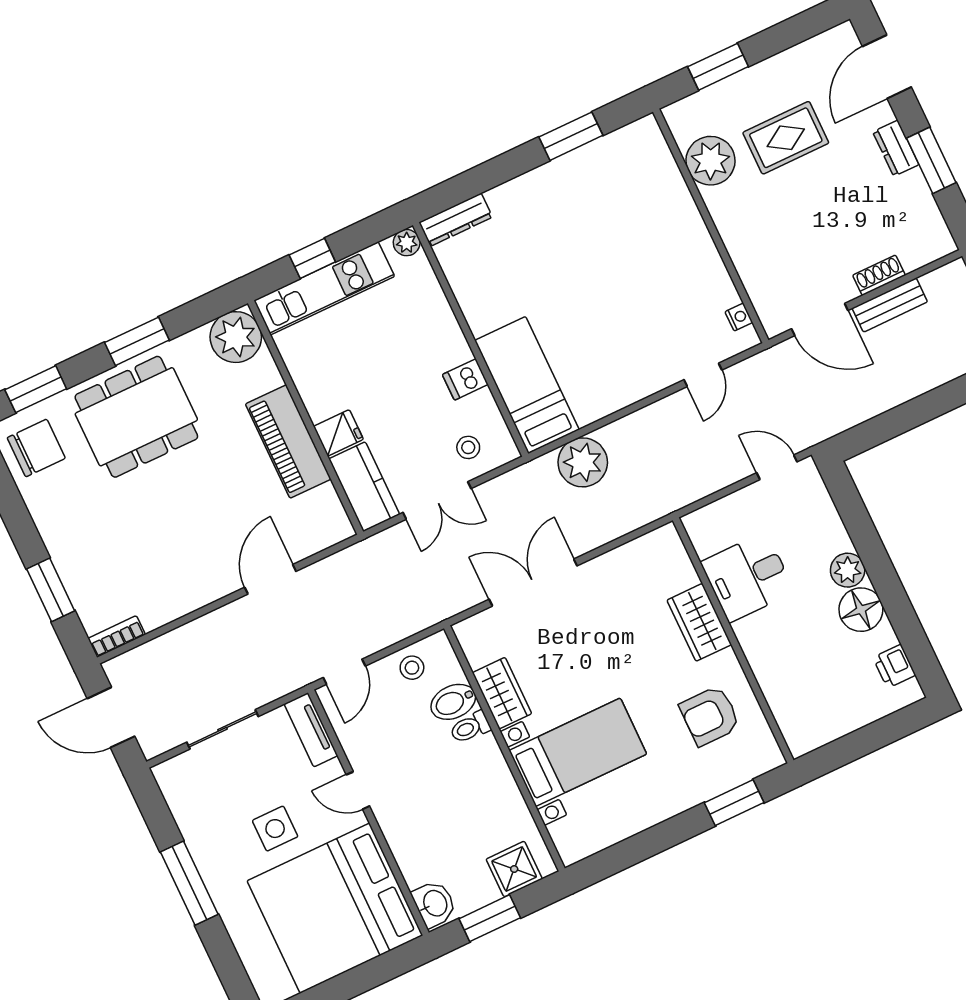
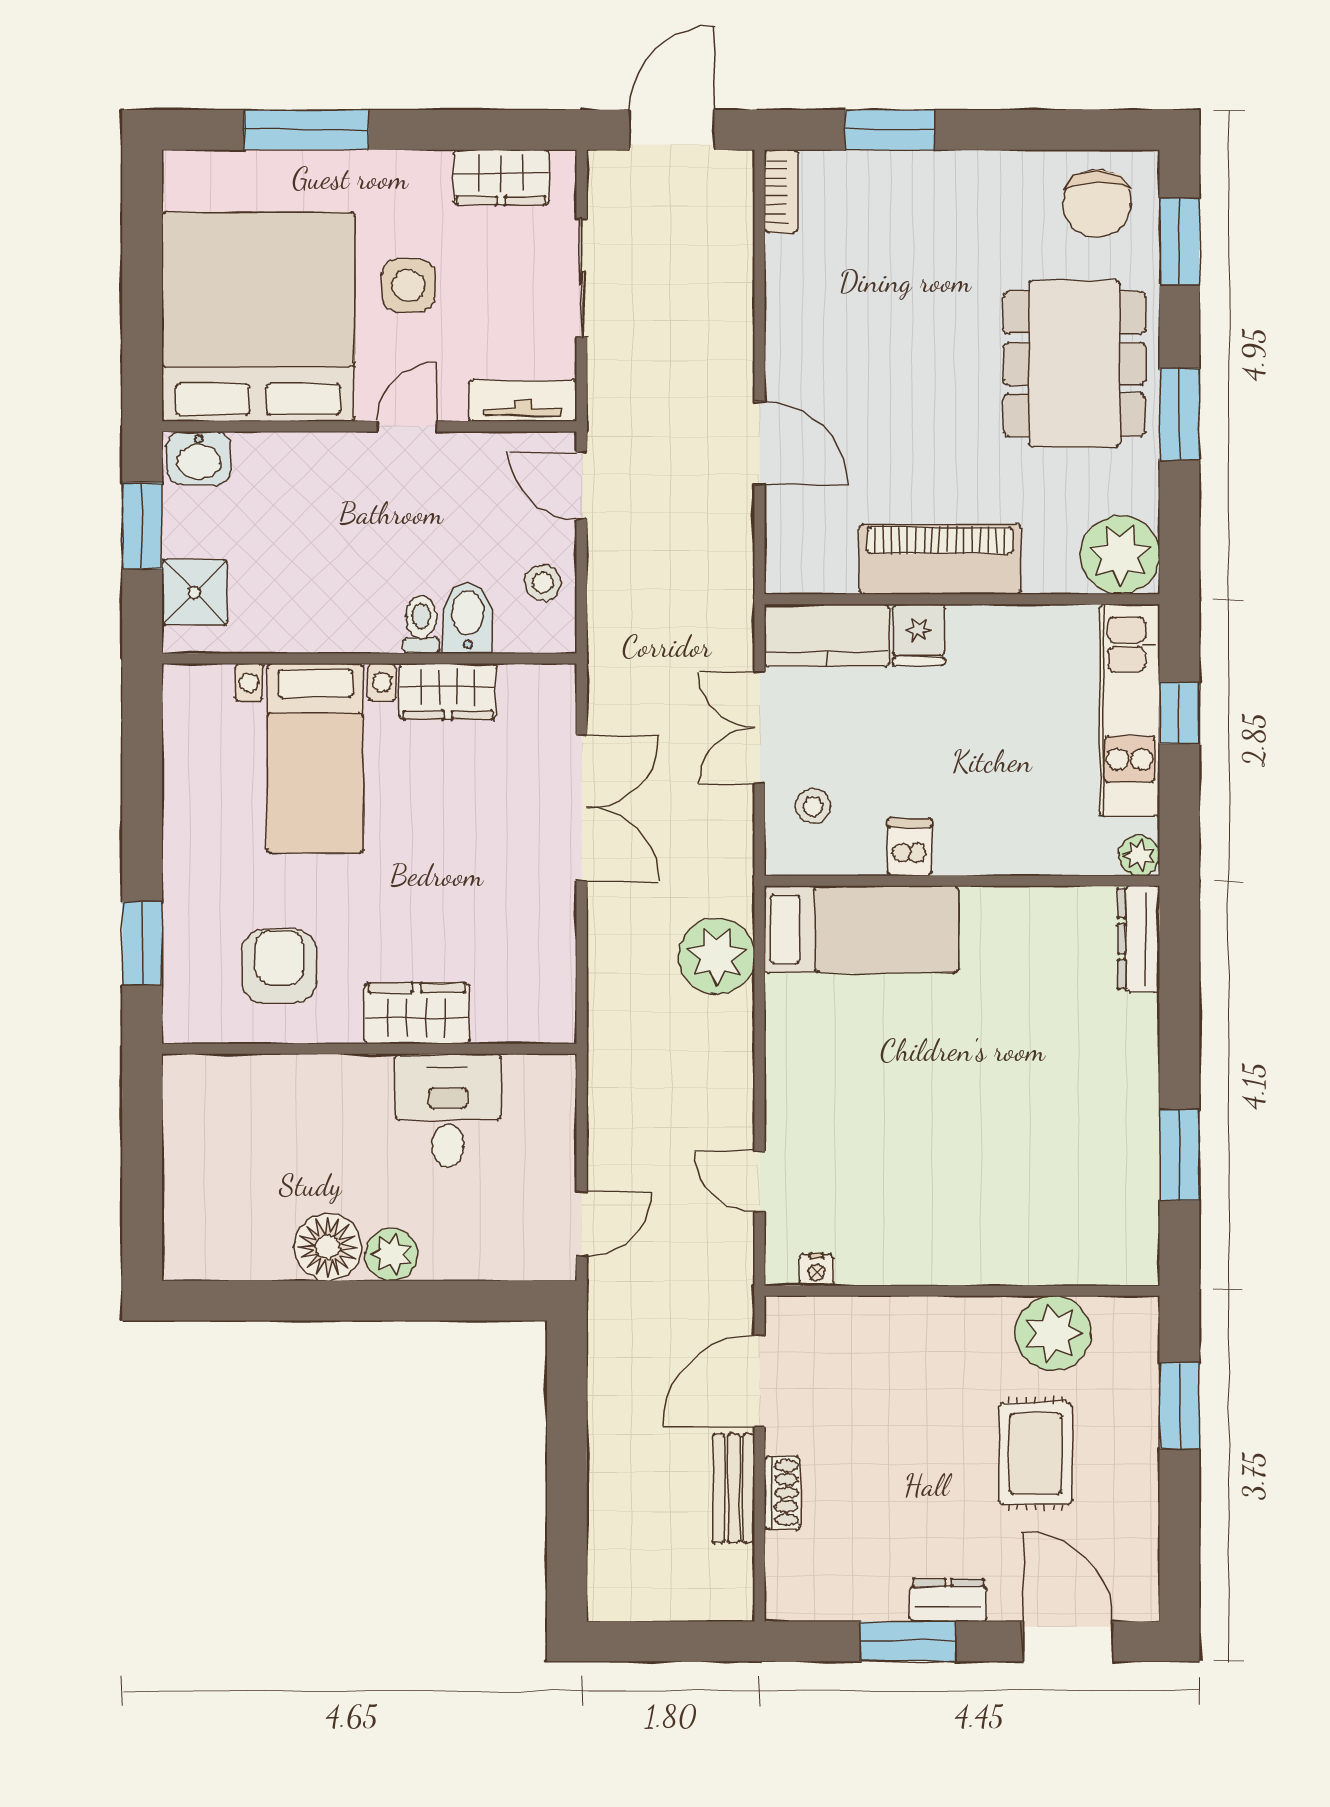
printer: (894, 666) -> (227, 1256), removed
wardrobe: (186, 804) -> (501, 177), added
window: (189, 883) -> (306, 130), moved

